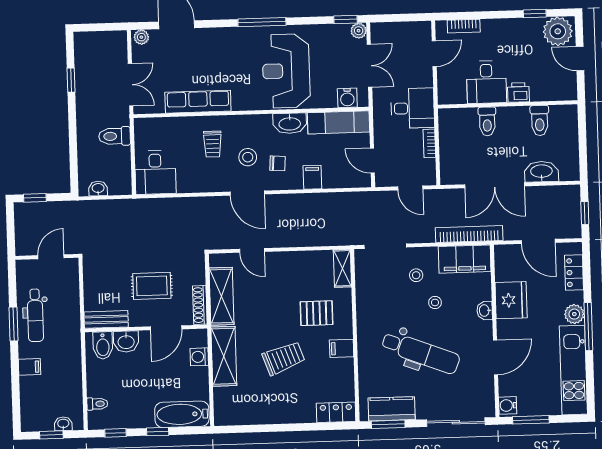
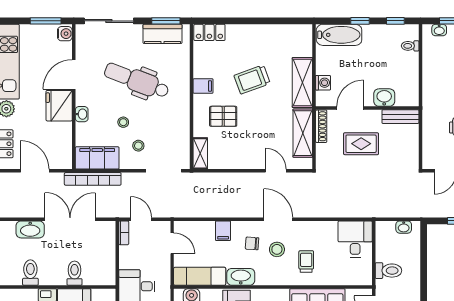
bookcase: (429, 143) -> (124, 233), moved
fridge: (511, 300) -> (59, 106), moved
bidet: (103, 345) -> (404, 95), removed

